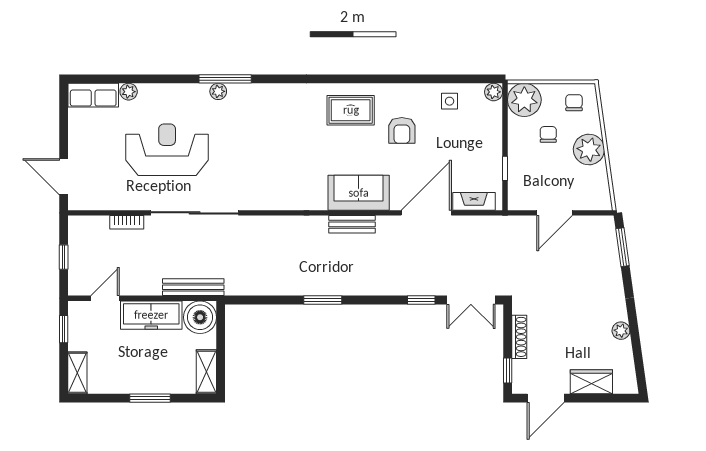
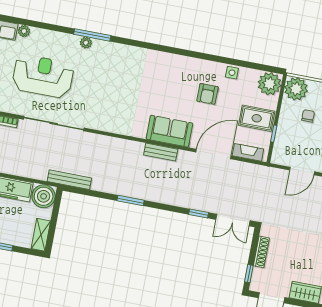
plant: (494, 92) -> (270, 84), width x1.88, depth x1.88
side table: (450, 101) -> (232, 73), moved
rug: (351, 110) -> (257, 118), moved
bench: (193, 287) -> (69, 180), moved

